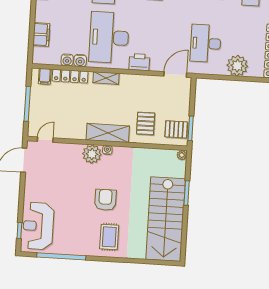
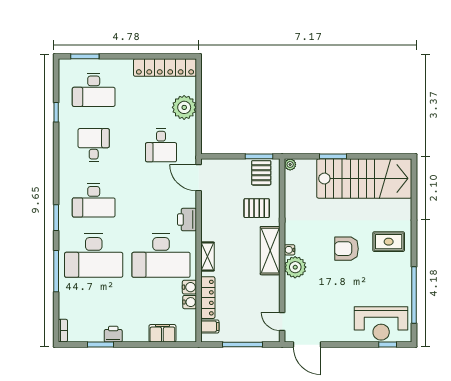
desk: (206, 43) -> (161, 145), width x0.73

